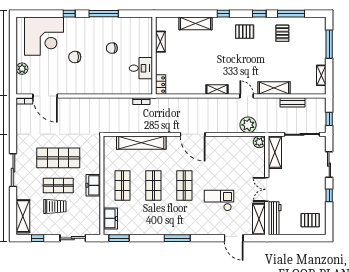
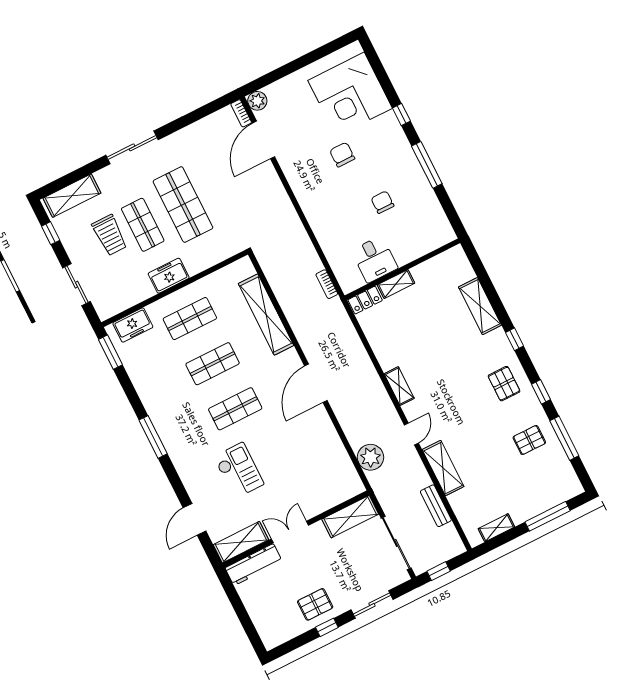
shelving: (160, 42) -> (396, 284), moved
plant: (22, 69) -> (257, 101), moved
plant: (259, 142) -> (354, 486), removed
pallet: (310, 220) -> (315, 604), moved, turned 90

